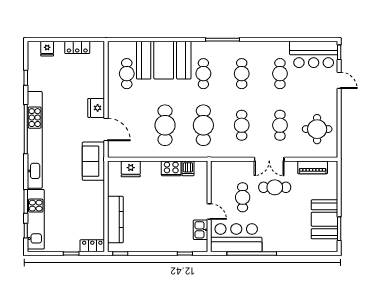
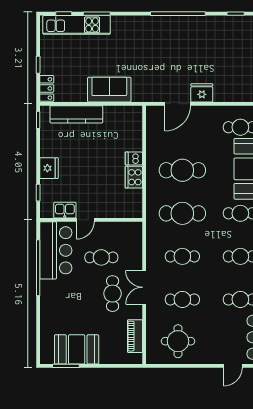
kitchen unit: (35, 140) -> (166, 24), removed
sofa: (93, 161) -> (109, 90), moved
dishwasher: (188, 168) -> (134, 158), moved
fridge: (131, 169) -> (49, 168), moved, turned 180

